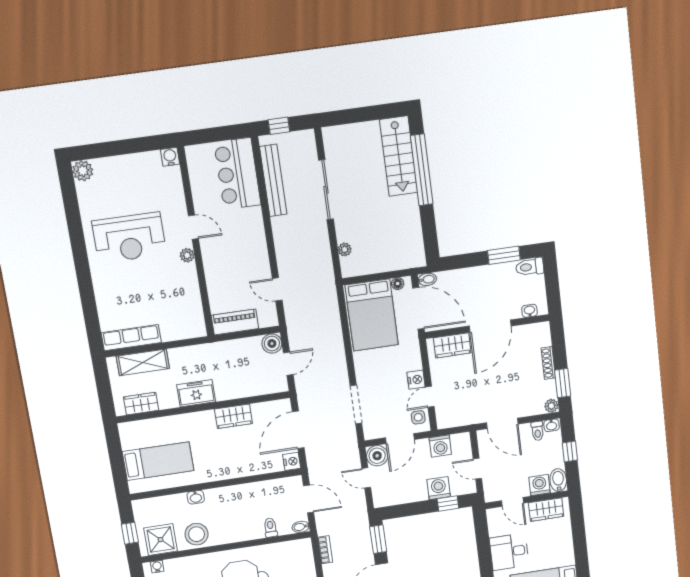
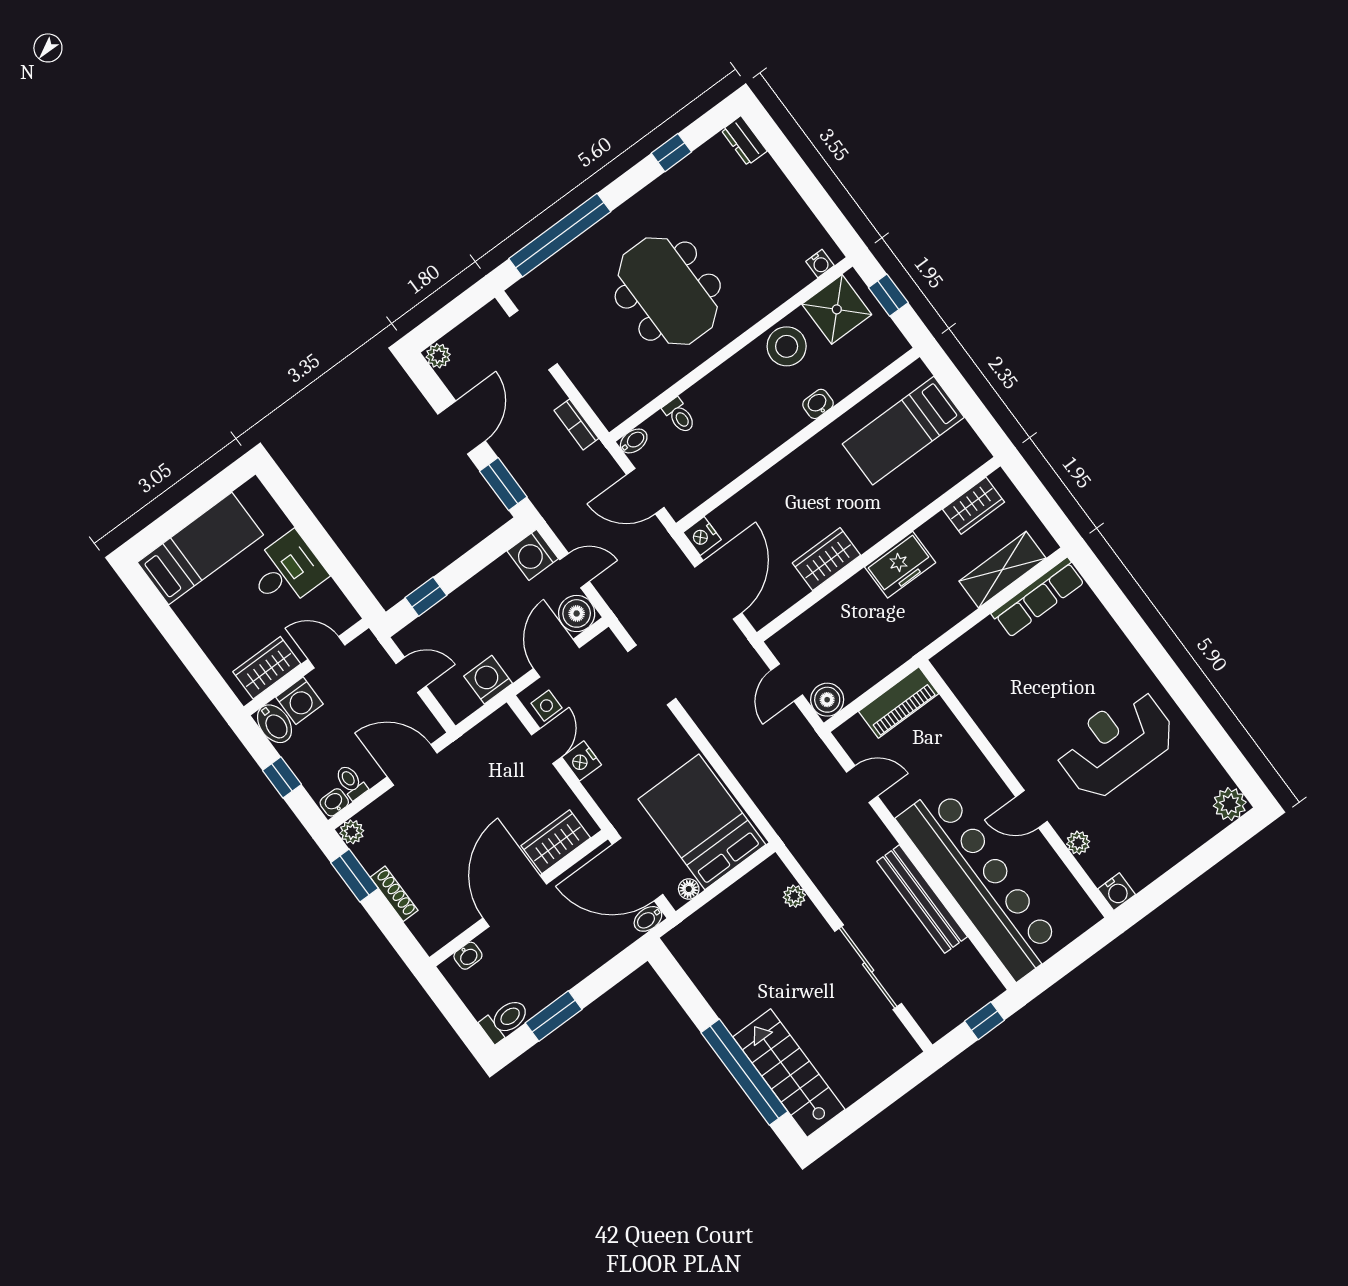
bar counter: (237, 174) -> (980, 882), width x1.86
bench: (273, 180) -> (922, 899), moved
plant: (187, 255) -> (1078, 843), moved
washing machine: (439, 488) -> (533, 555), moved, turned 90

